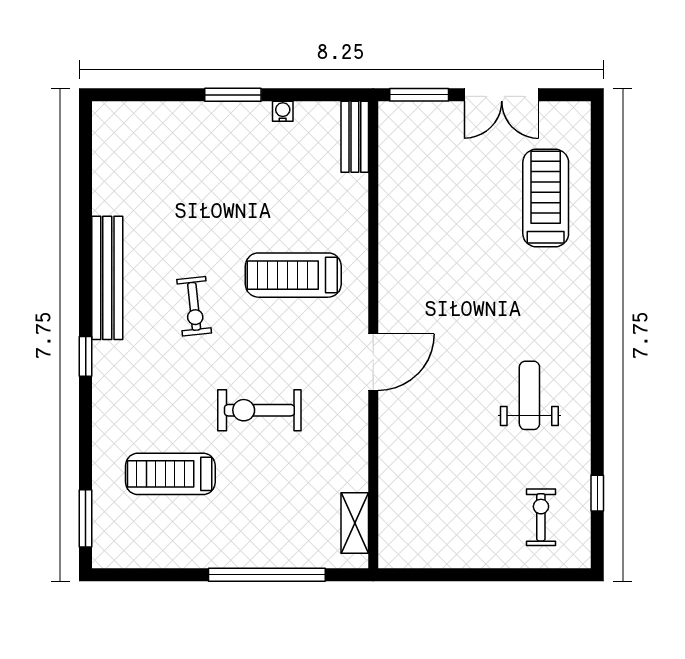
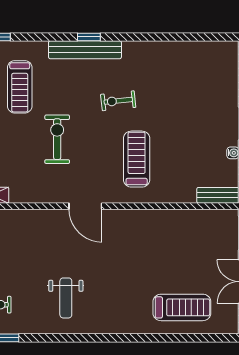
bench: (107, 278) -> (85, 50), moved
weight bench: (529, 395) -> (66, 298), turned 90
treadmill: (170, 474) -> (20, 87), turned 180

